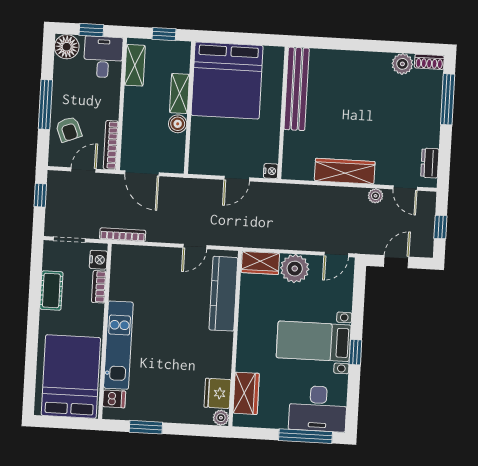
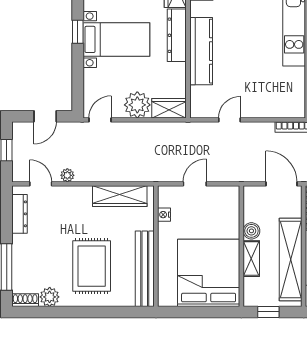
shelving: (135, 65) -> (291, 259), width x2.20, depth x1.33
rug: (355, 95) -> (92, 266), added
dresser: (430, 163) -> (19, 214), width x1.44
nightstand: (271, 171) -> (164, 215), moved
wardrobe: (345, 171) -> (120, 196), moved
kitchen counter: (223, 294) -> (201, 51), moved
dresser: (247, 342) -> (177, 35), added

